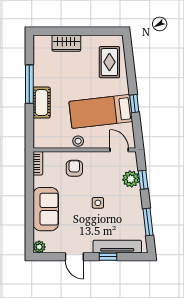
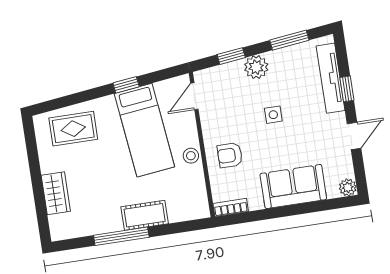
plant: (131, 179) -> (256, 67), moved

